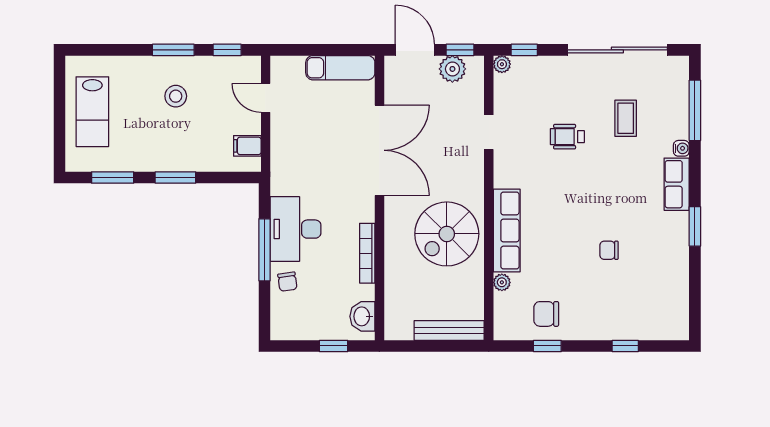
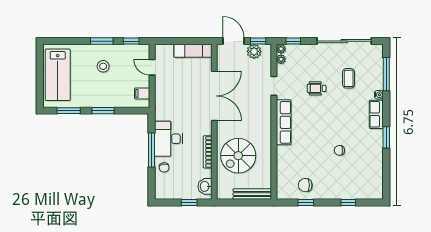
lab bench: (92, 112) -> (58, 75), width x1.36, depth x1.39
row of seats: (507, 231) -> (284, 122), moved
spiral stairs: (447, 234) -> (238, 156), moved
plant: (502, 282) -> (281, 59), moved

